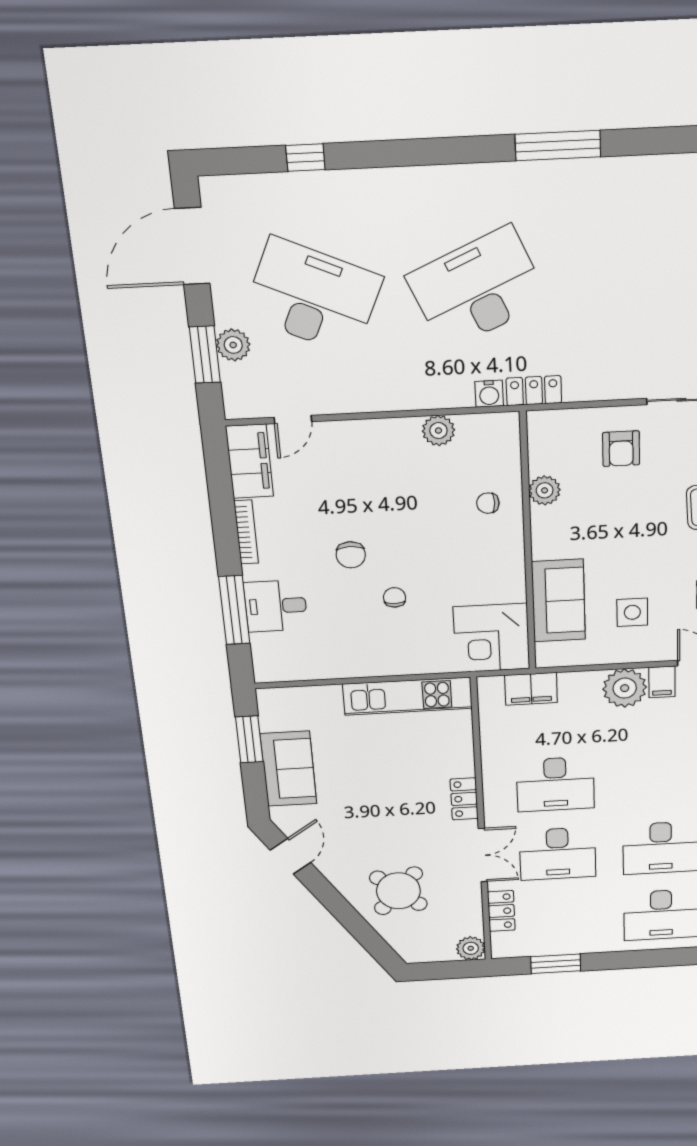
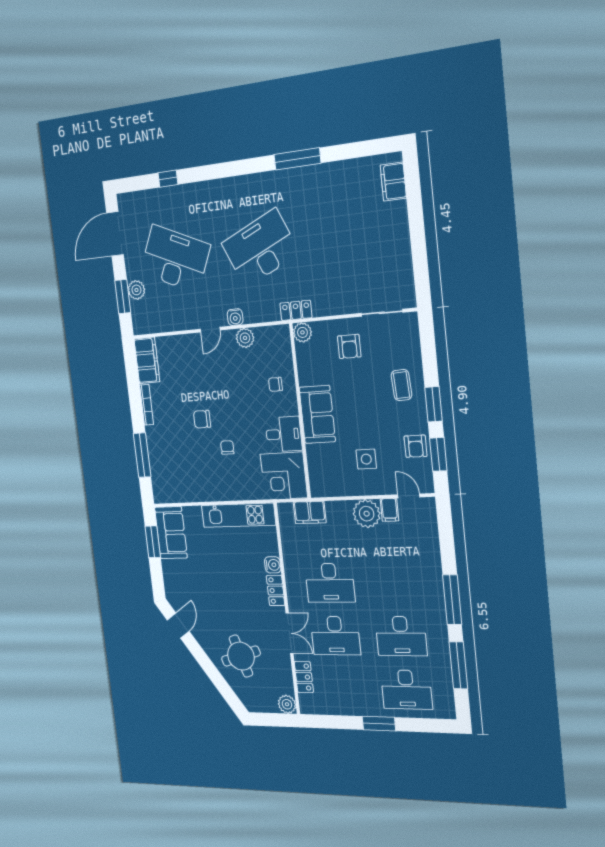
water cooler: (489, 394) -> (235, 317), moved
door: (293, 419) -> (210, 330), moved
plant: (545, 490) -> (302, 332), moved
chair: (351, 555) -> (202, 419), turned 90
sofa: (558, 601) -> (317, 414), moved
desk: (276, 606) -> (284, 434), moved, turned 180
water cooler: (462, 764) -> (273, 565), added
sofa: (289, 769) -> (171, 533), moved
round table: (398, 891) -> (241, 656), turned 32
window: (556, 964) -> (379, 724), moved

